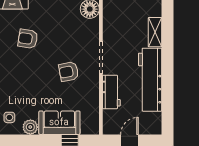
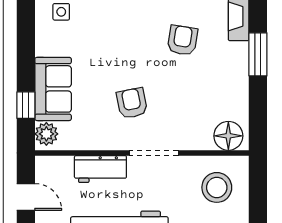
stool: (123, 17) -> (217, 187), added
plant: (30, 127) -> (46, 134), moved

